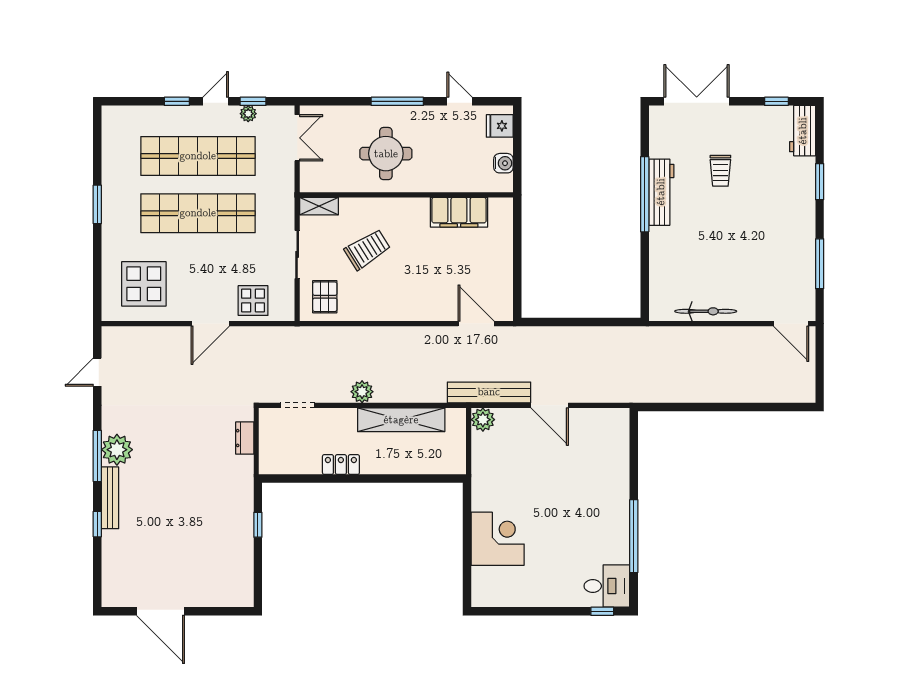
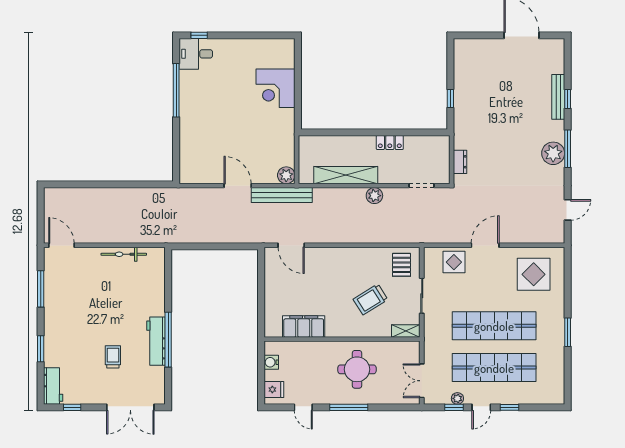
bench: (110, 498) -> (558, 97), moved

